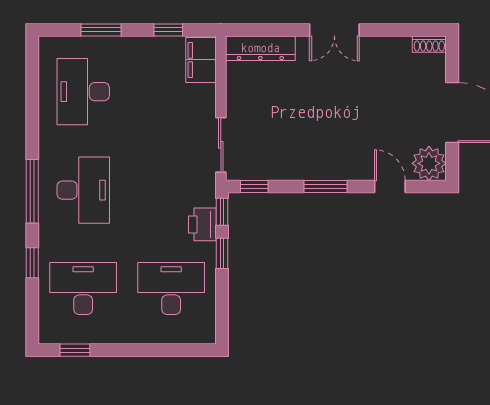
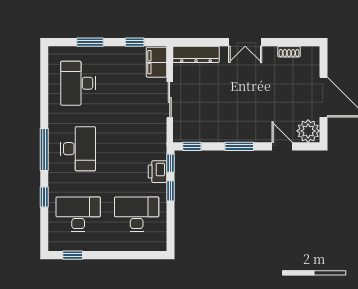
shoe rack: (429, 44) -> (289, 52), moved
sliding door: (221, 145) -> (170, 100), moved

